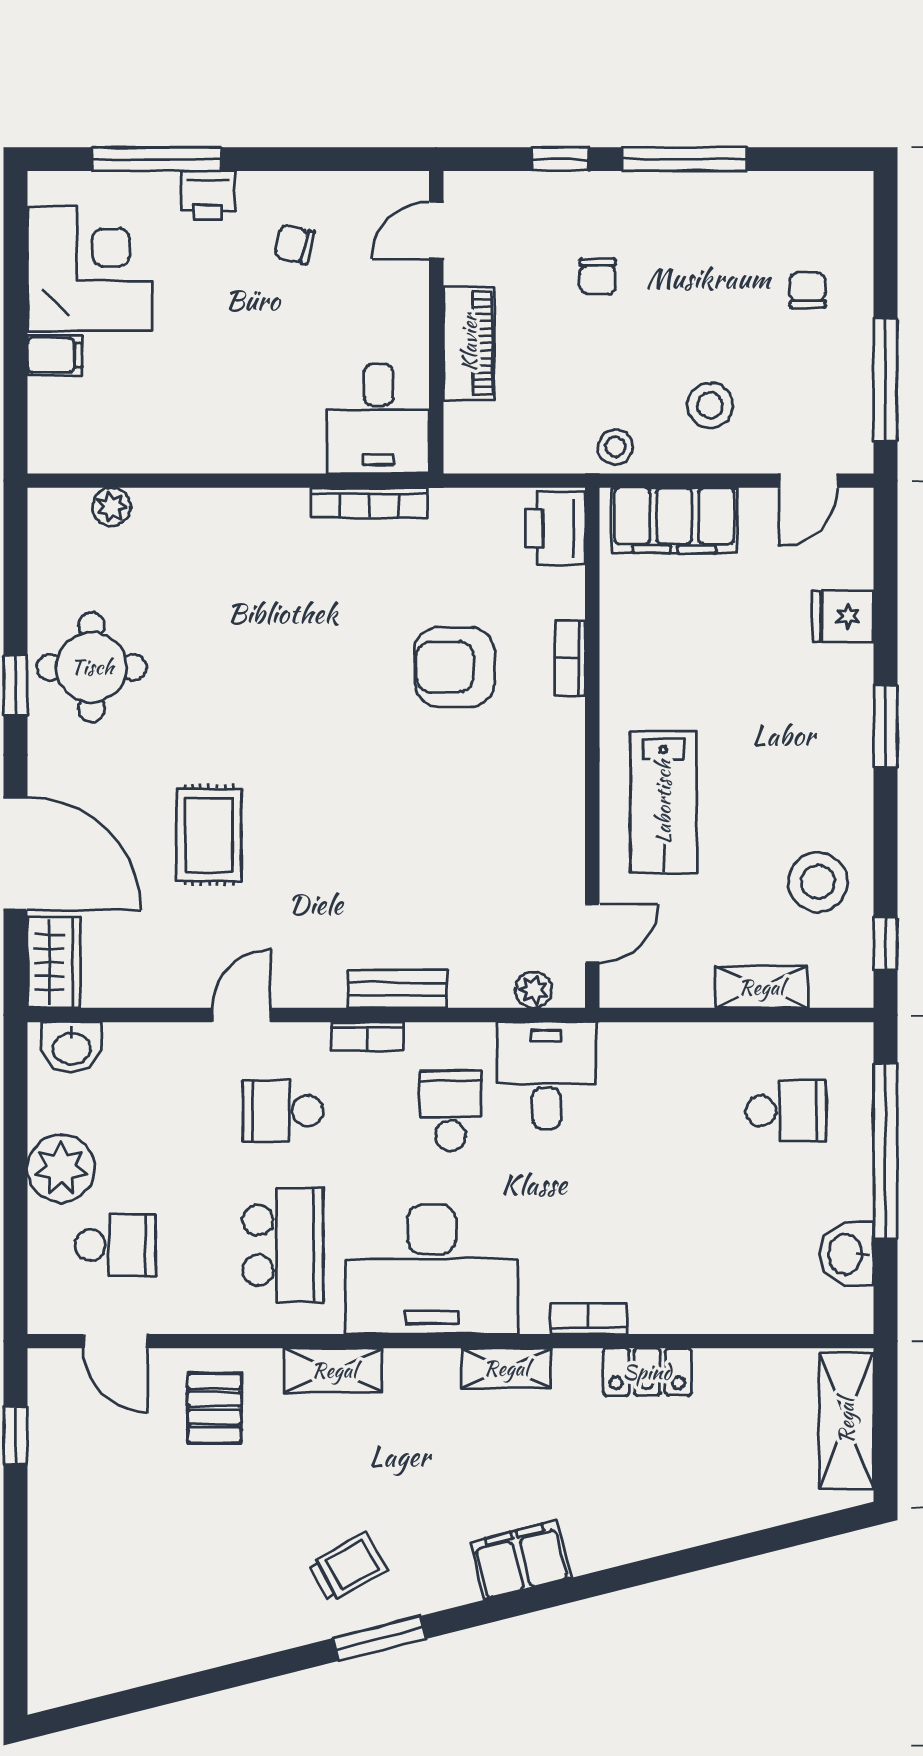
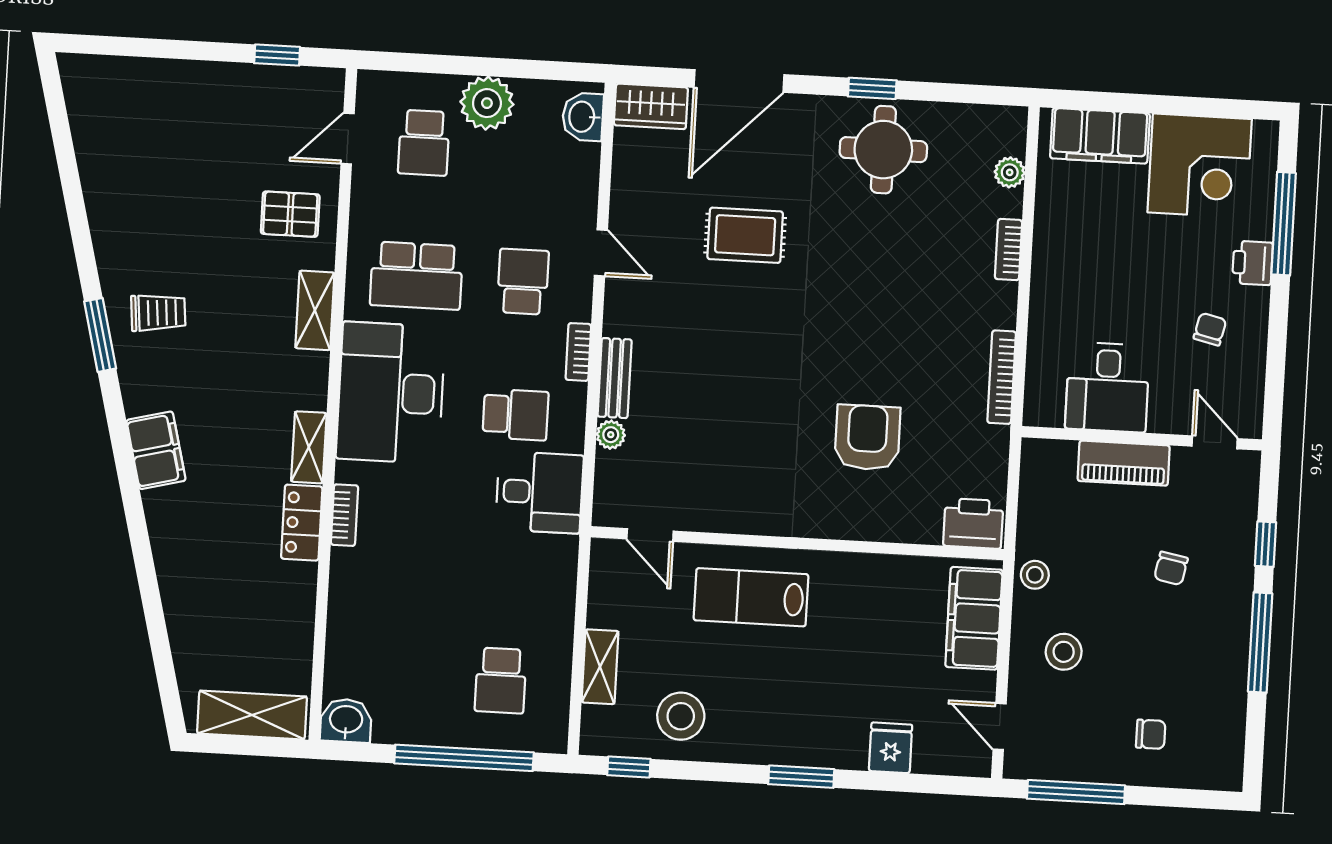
chair: (598, 276) -> (1171, 568), turned -79
filing cabinet: (55, 355) -> (1100, 136), width x3.00, depth x1.17
desk: (378, 419) -> (1107, 387), moved, turned -90
bookcase: (570, 658) -> (1009, 250), moved, turned -90
plant: (534, 990) -> (611, 435), moved
washbasin: (847, 1254) -> (346, 721), moved
locker: (647, 1372) -> (302, 523), moved
trolley: (348, 1567) -> (158, 313), turned -66

